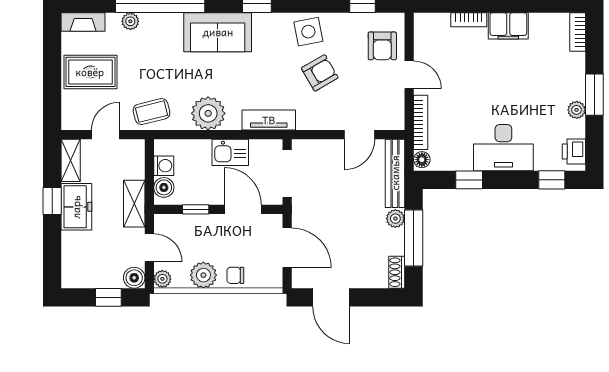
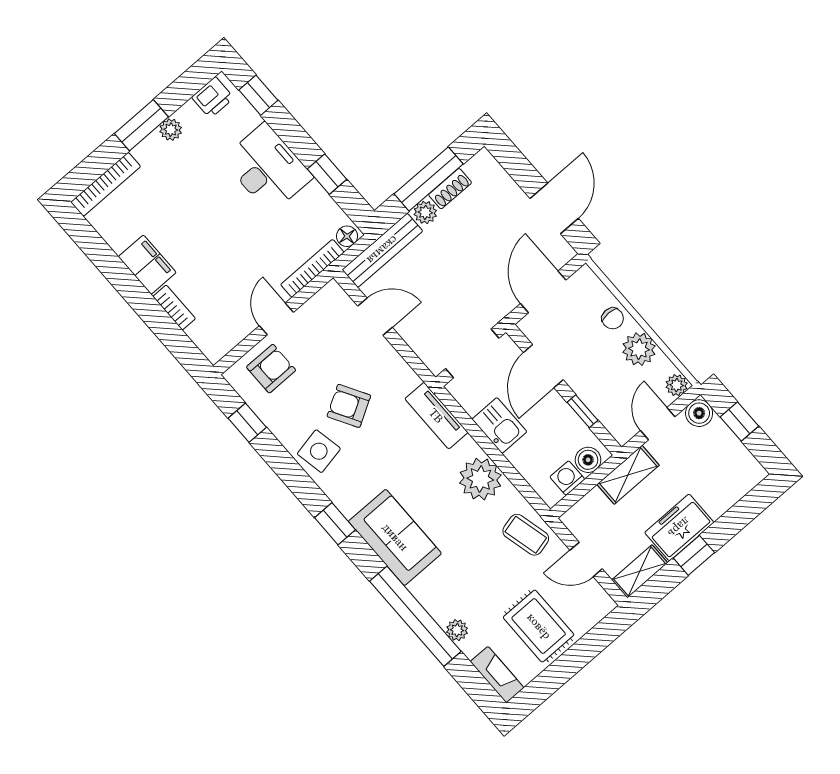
bookcase: (578, 32) -> (106, 184), width x1.56
shoe rack: (397, 272) -> (450, 189), moved

